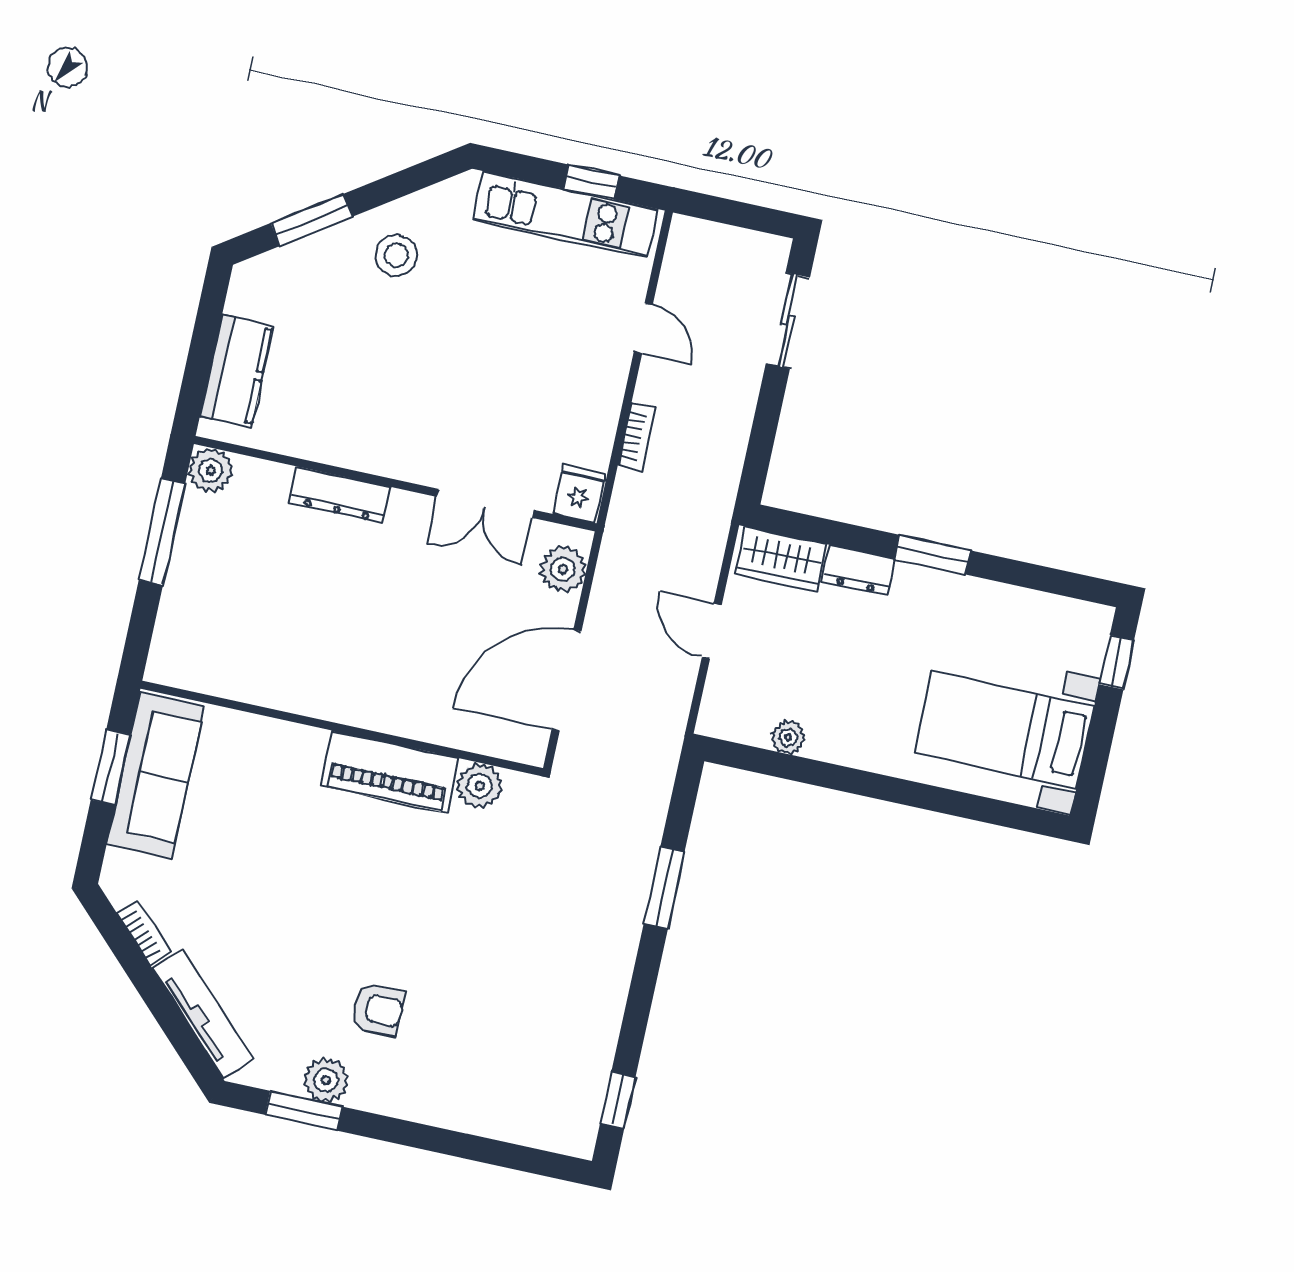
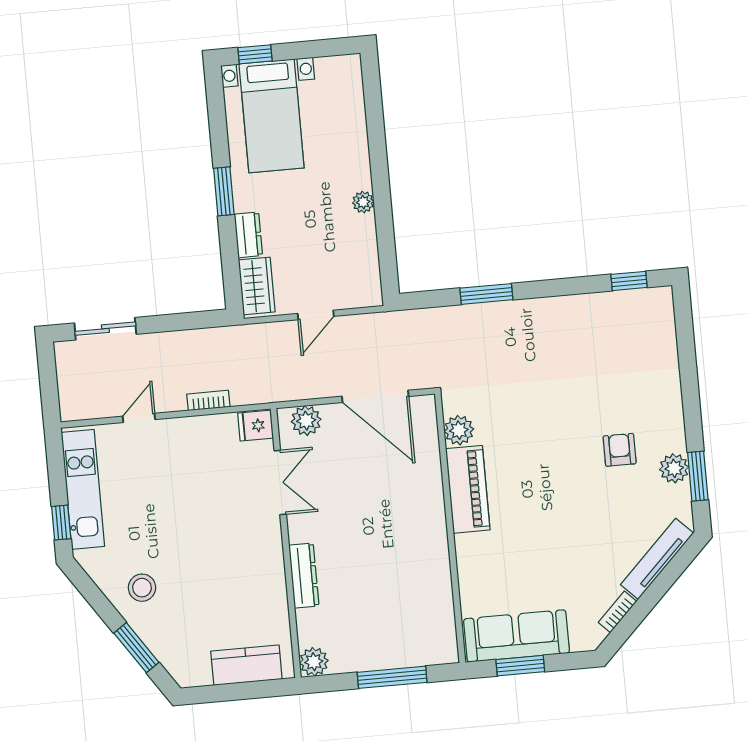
window: (591, 182) -> (61, 523), moved
window: (162, 532) -> (392, 677), moved
bed with nightstands: (1004, 730) -> (272, 116), moved
plant: (788, 737) -> (363, 202), moved

